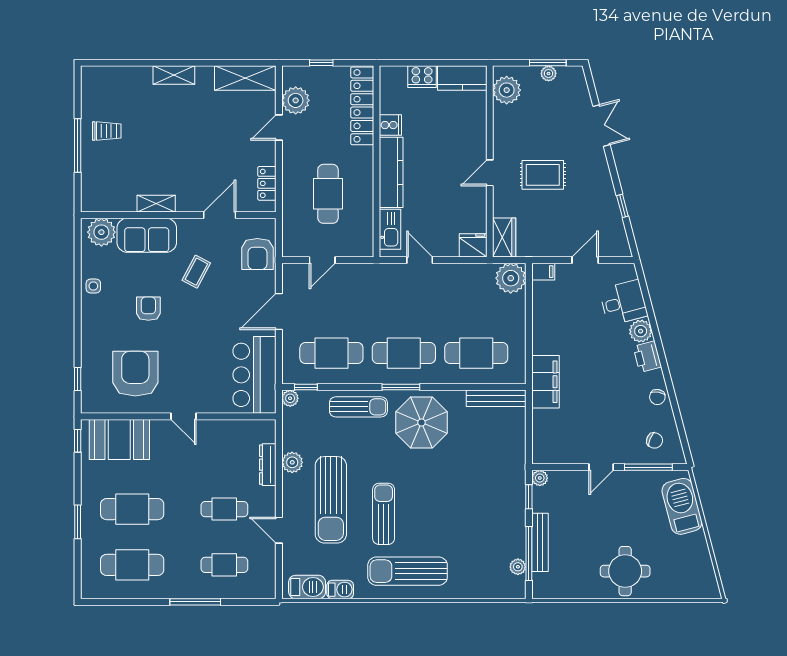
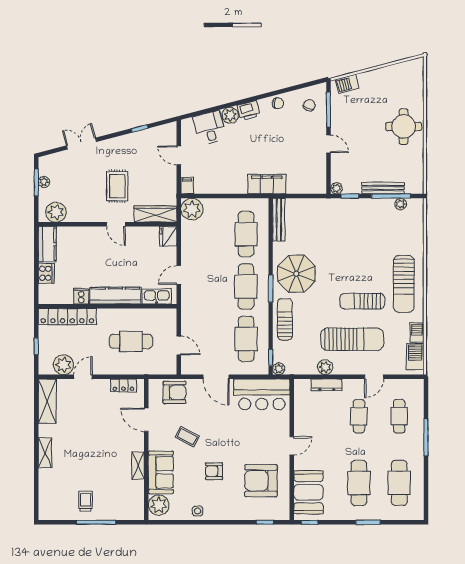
door: (279, 127) -> (83, 377), swing flipped
wardrobe: (504, 237) -> (155, 214), width x1.50
barbecue: (682, 506) -> (347, 84), width x0.53, depth x0.65

